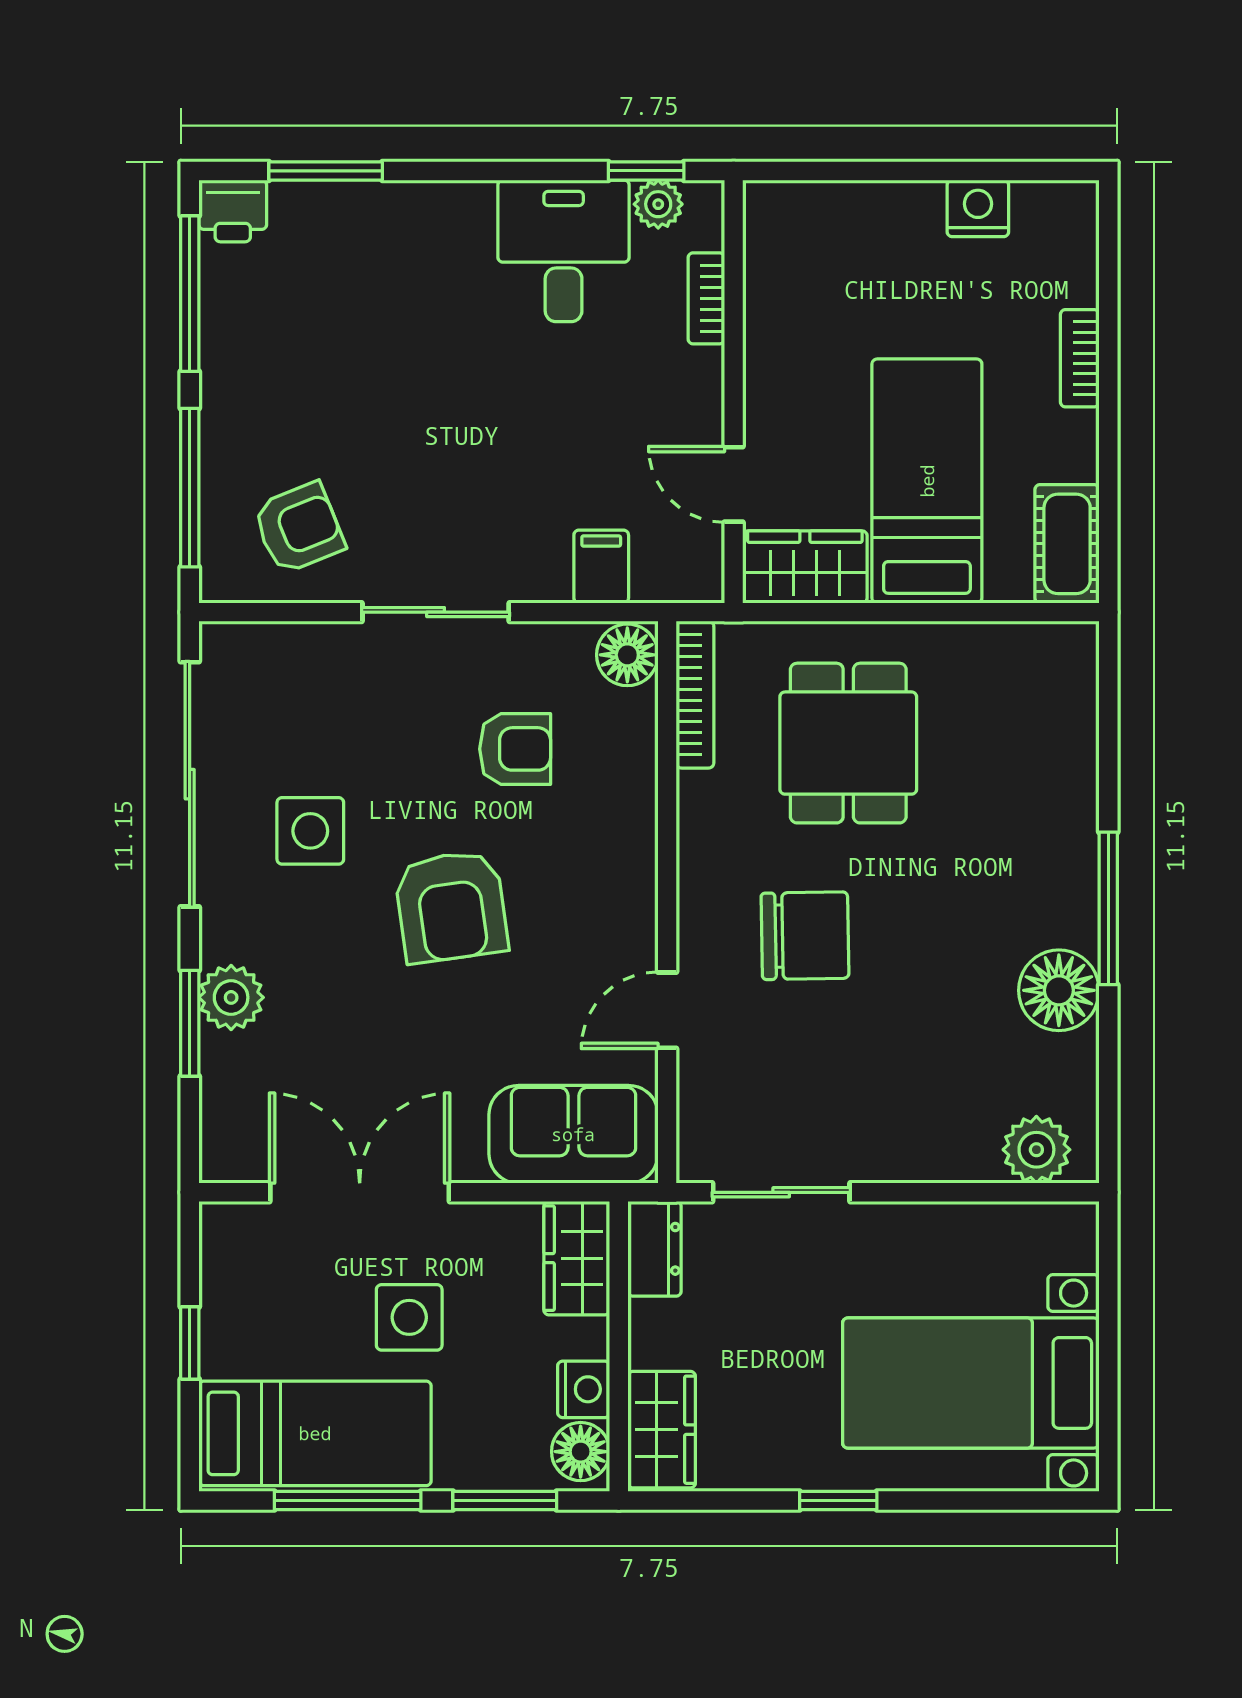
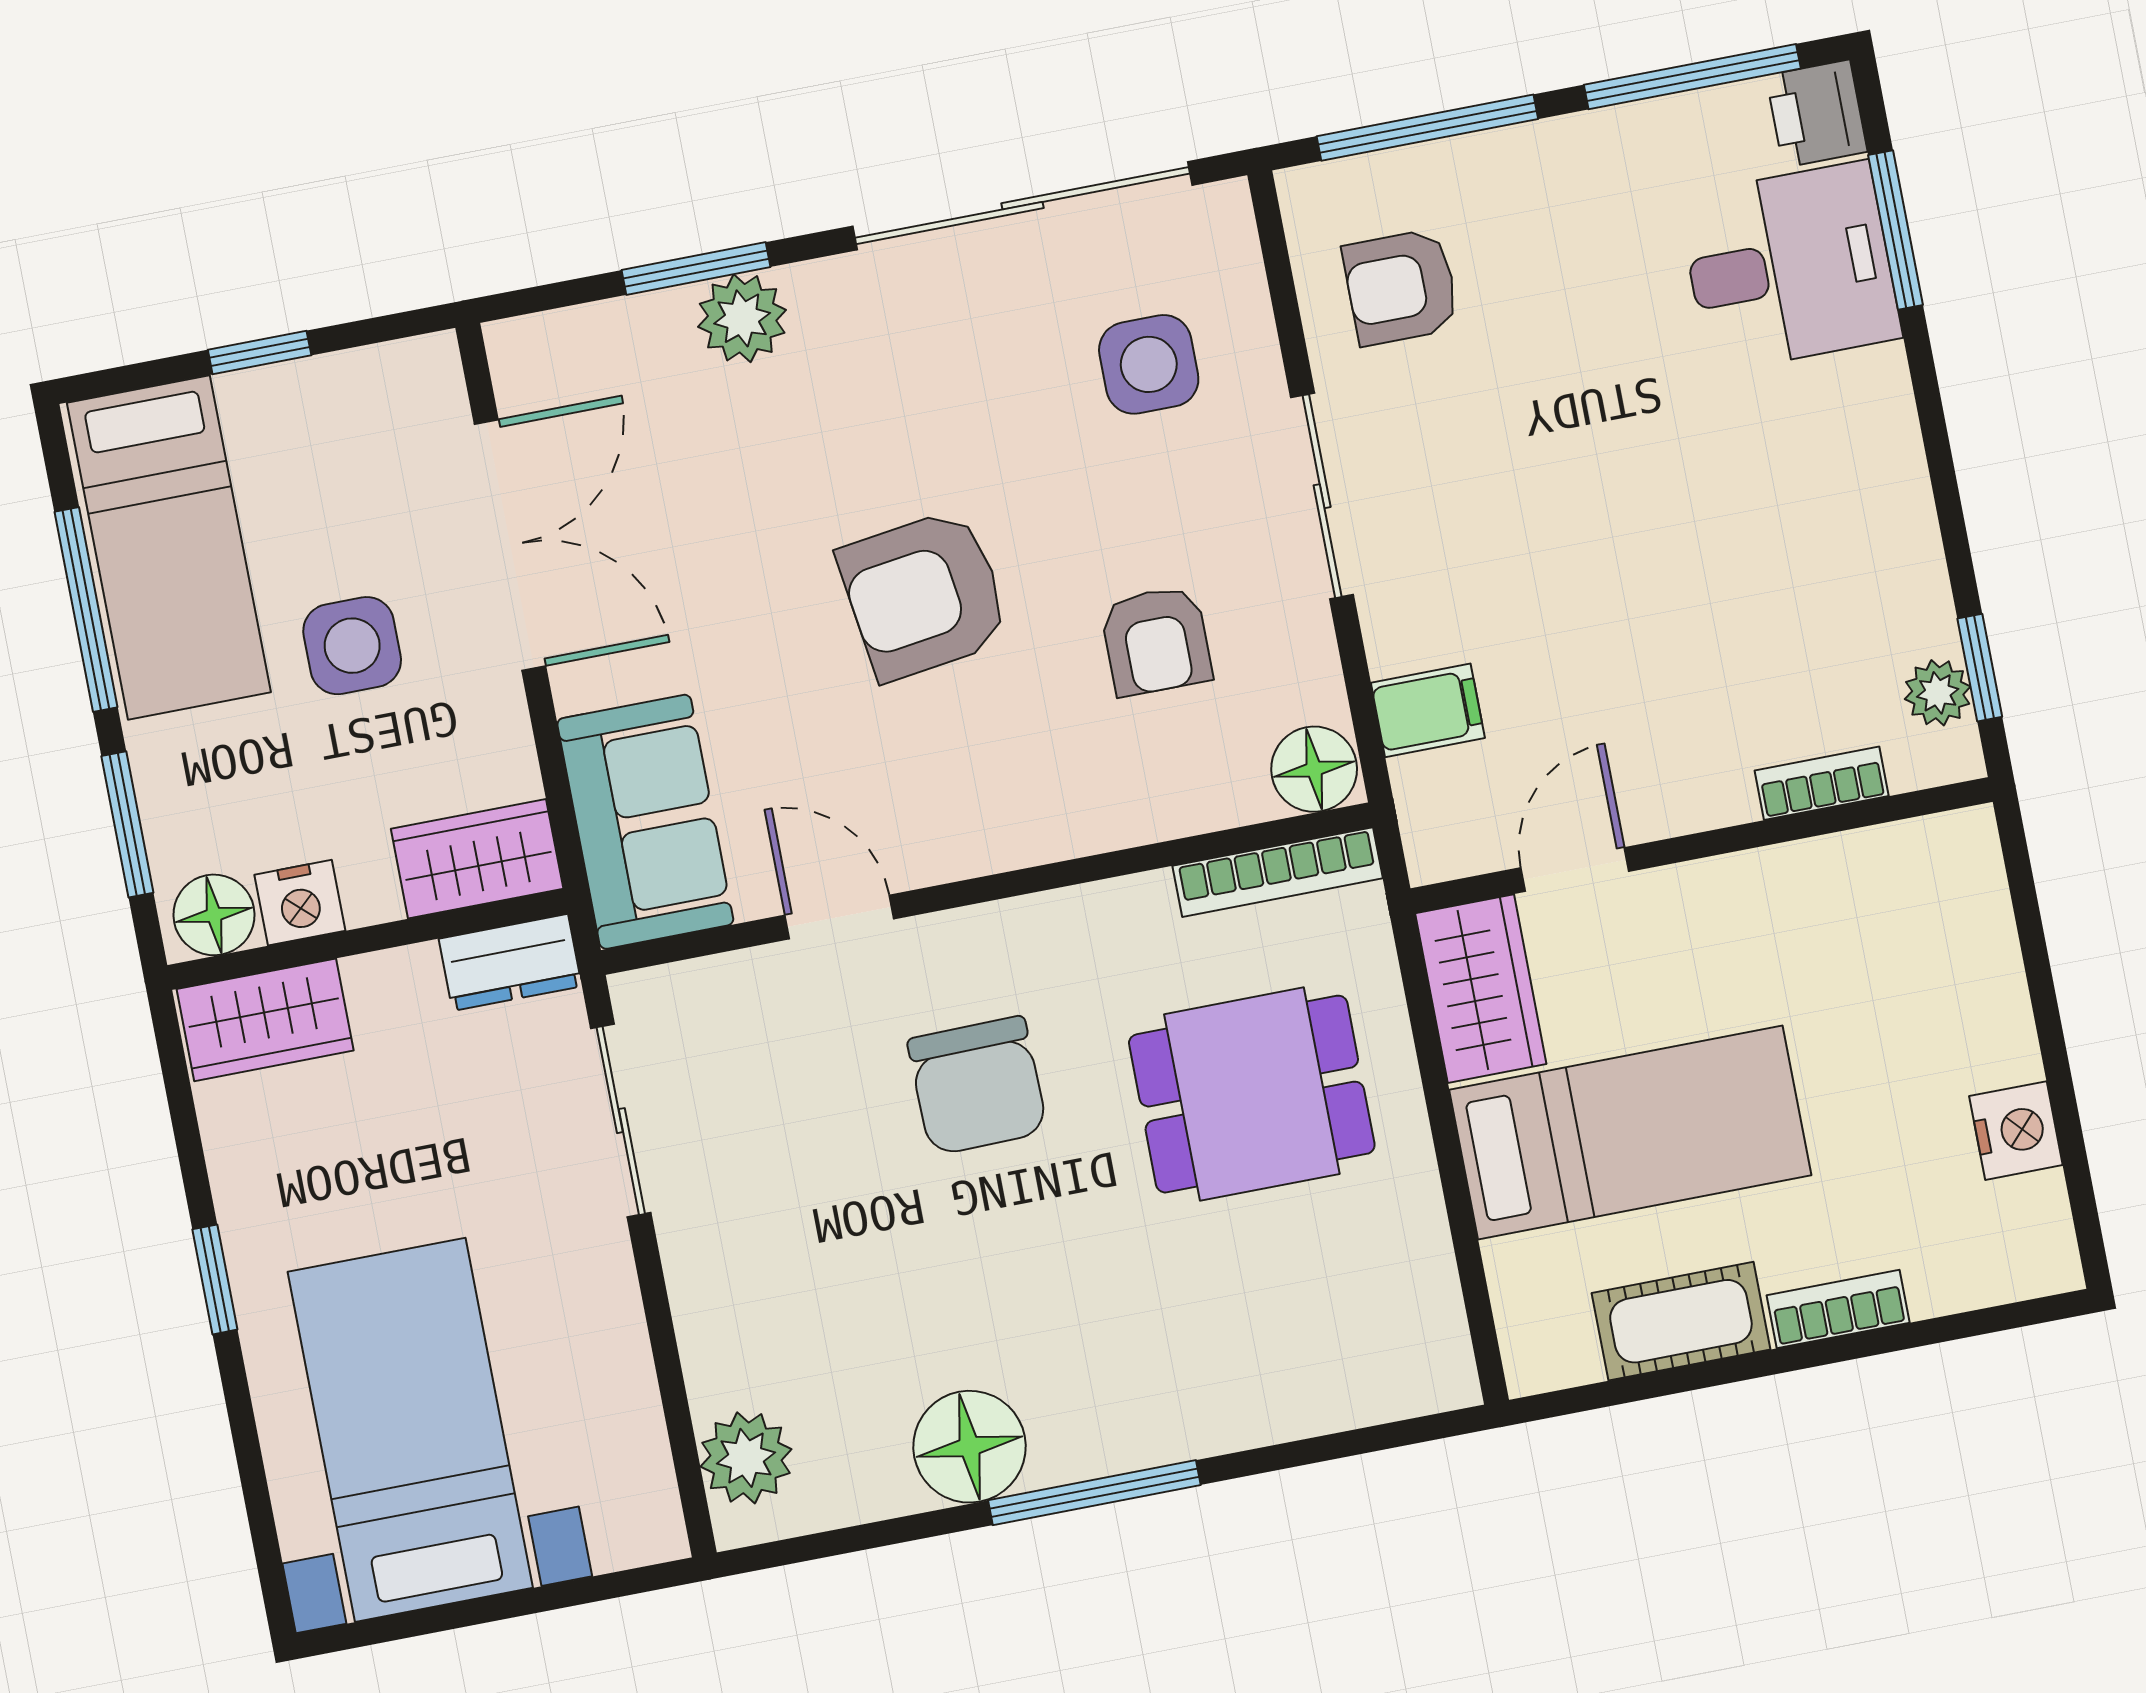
desk: (564, 251) -> (1789, 267), moved
armchair: (299, 528) -> (1401, 287), turned 112
cot: (1067, 544) -> (1681, 1321), moved
side table: (310, 831) -> (1149, 364), moved

